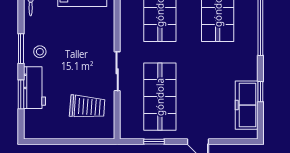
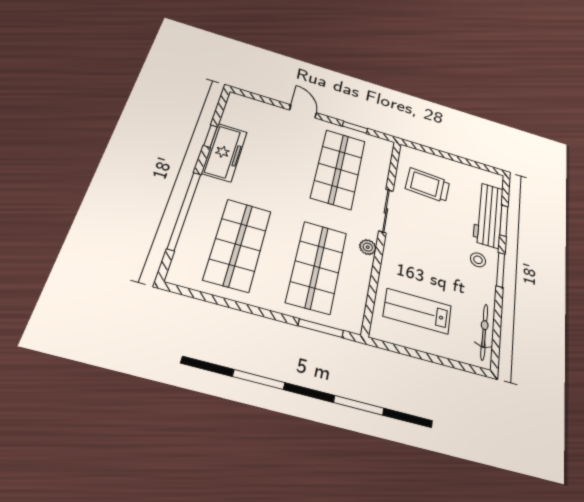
plant: (126, 35) -> (368, 247), added
workbench: (34, 88) -> (488, 215), width x1.38
freezer: (247, 105) -> (225, 152), moved

